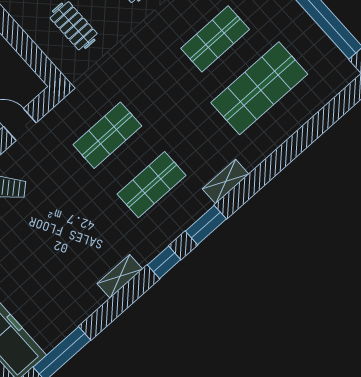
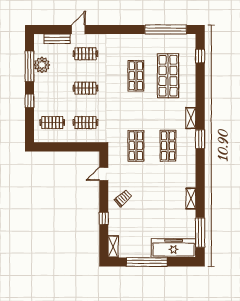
window: (164, 262) -> (200, 56), moved
shelving: (120, 276) -> (191, 199), moved

